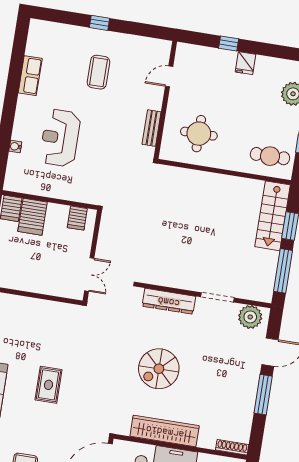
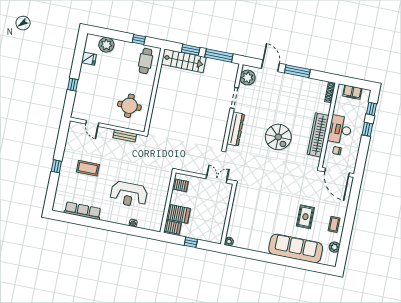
fridge: (246, 63) -> (89, 59), moved
row of seats: (30, 76) -> (83, 211), width x1.48
rug: (49, 385) -> (305, 217), moved, turned 90

